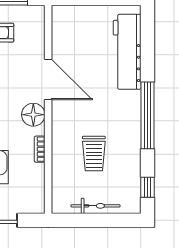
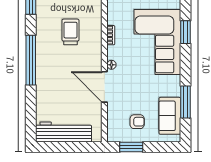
workbench: (127, 52) -> (64, 132), moved, turned -90
floor lamp: (33, 115) -> (111, 65), width x0.53, depth x0.53

